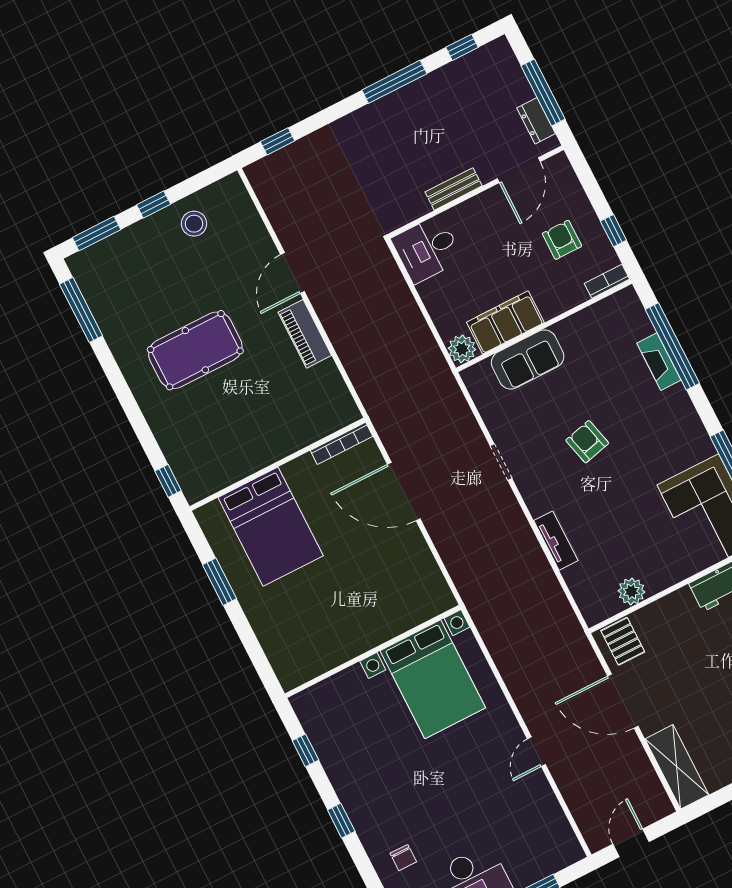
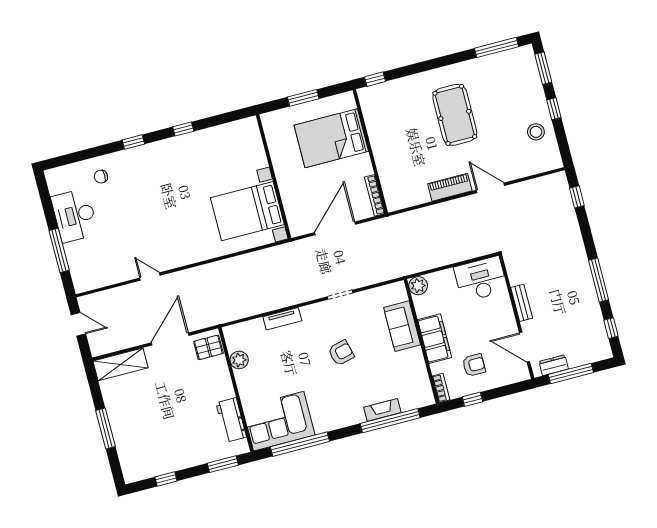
desk: (427, 249) -> (481, 279), width x1.37
filing cabinet: (505, 322) -> (435, 339), moved
wall: (373, 651) -> (274, 177), moved
bed with nightstands: (433, 679) -> (247, 211), moved

